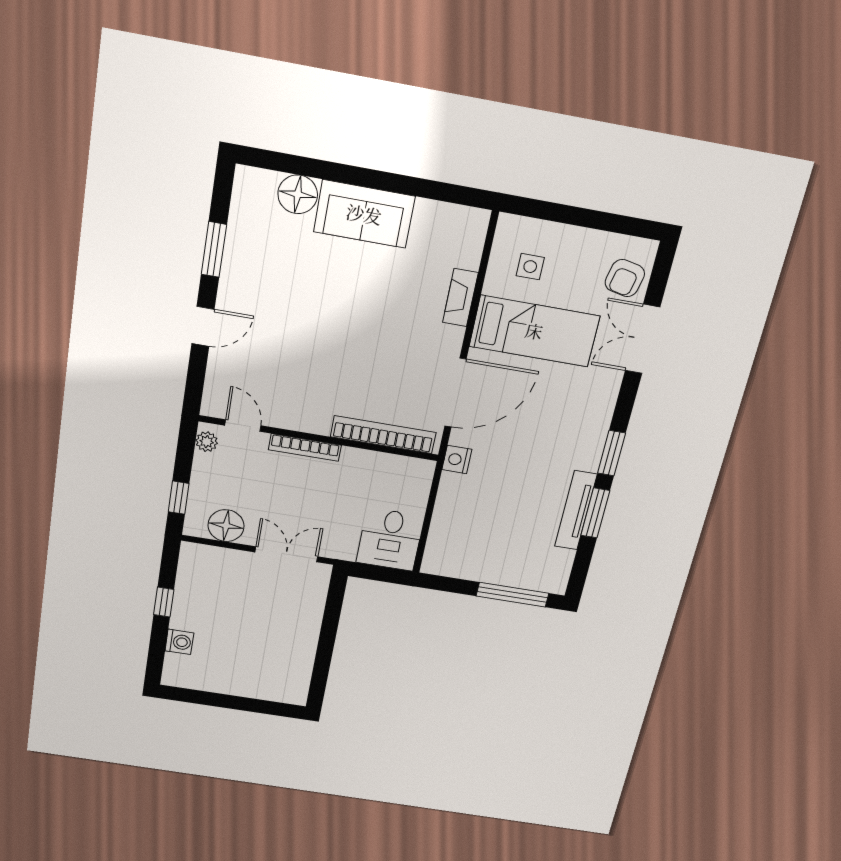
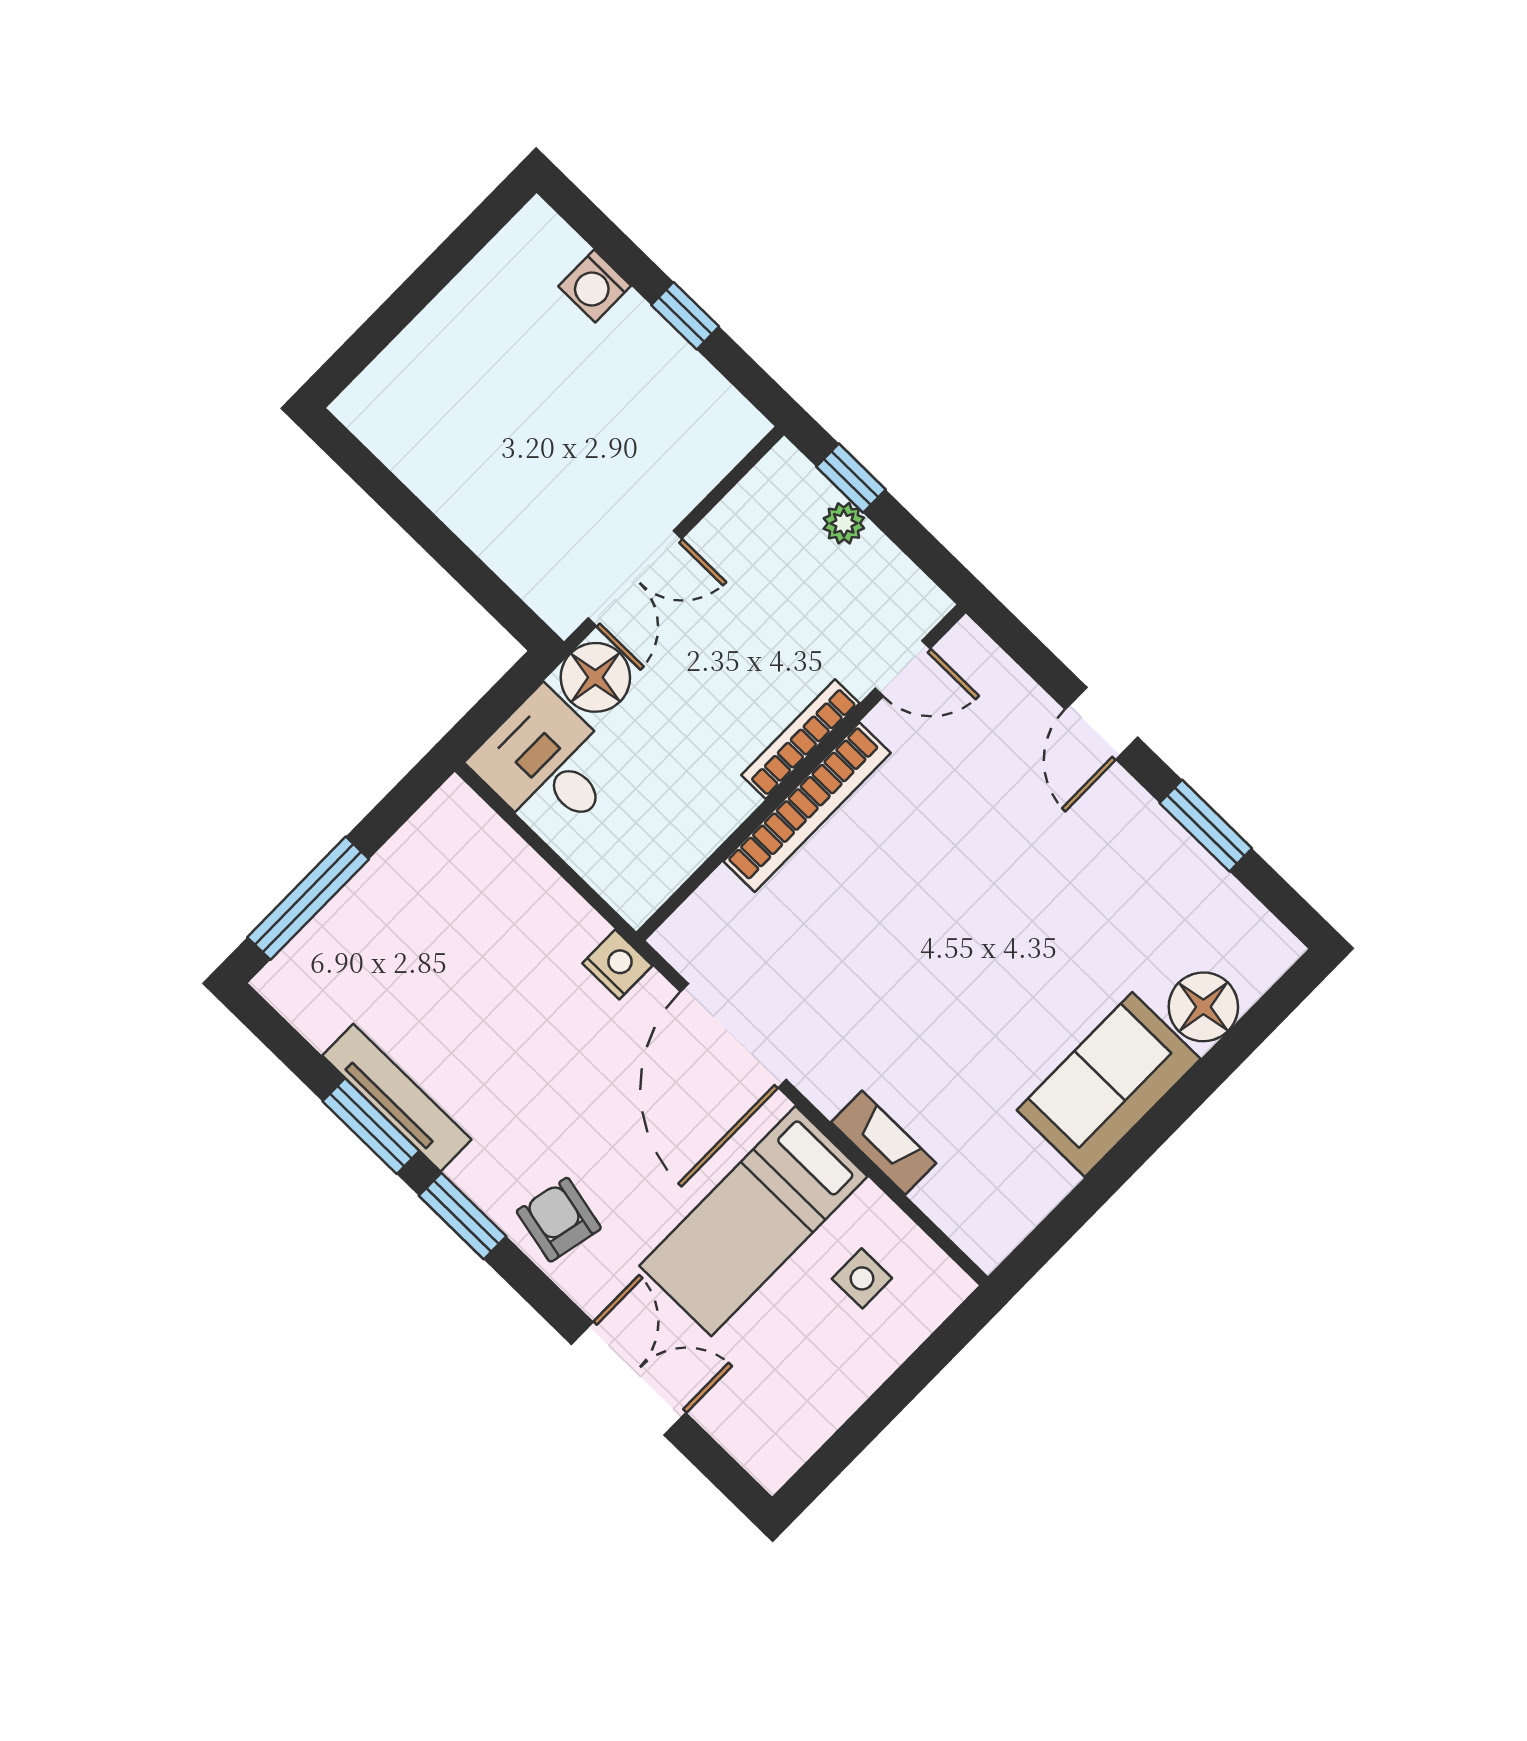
armchair: (625, 278) -> (559, 1220), moved
bookcase: (383, 435) -> (807, 807), moved
plant: (207, 442) -> (844, 523), moved
floor lamp: (226, 526) -> (595, 677), moved

